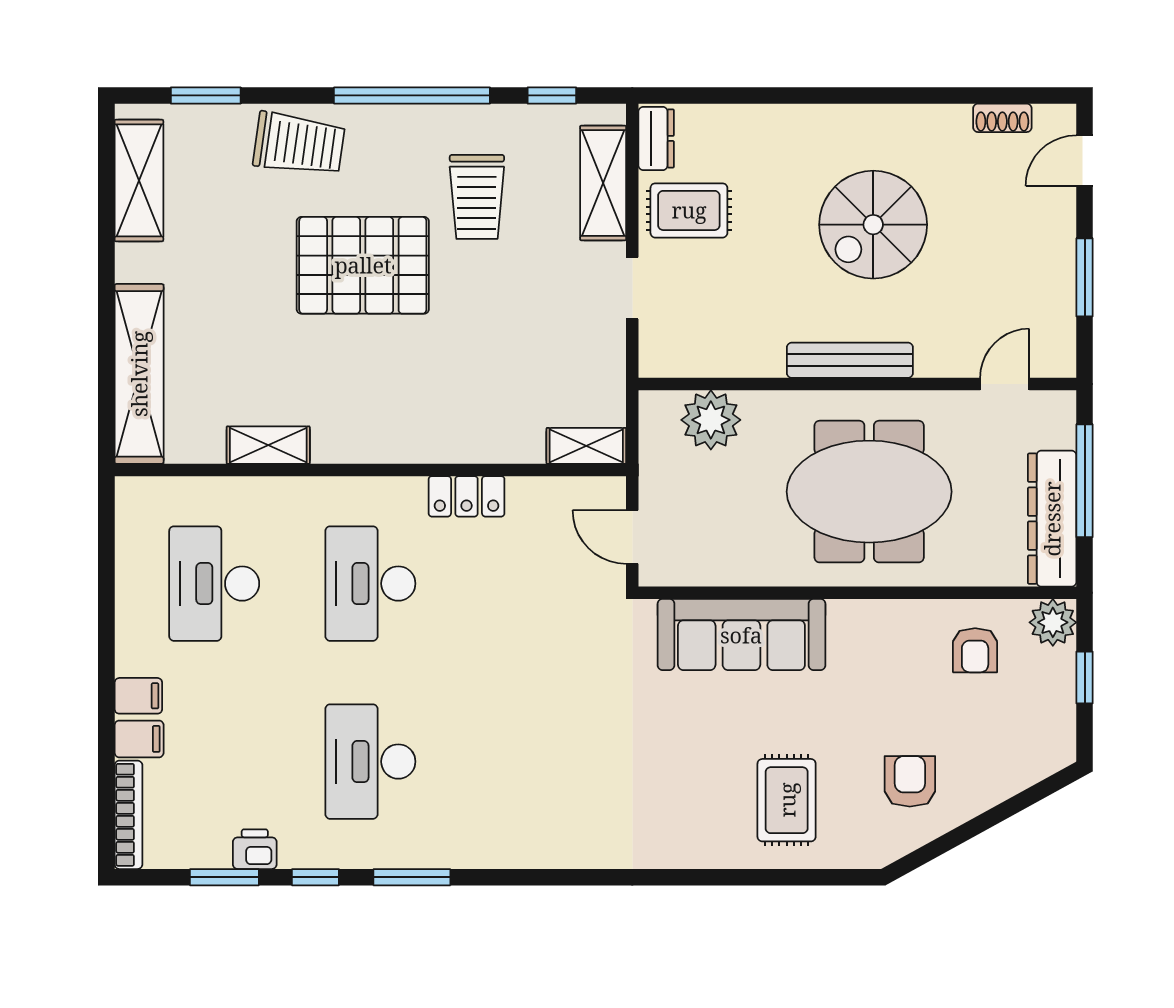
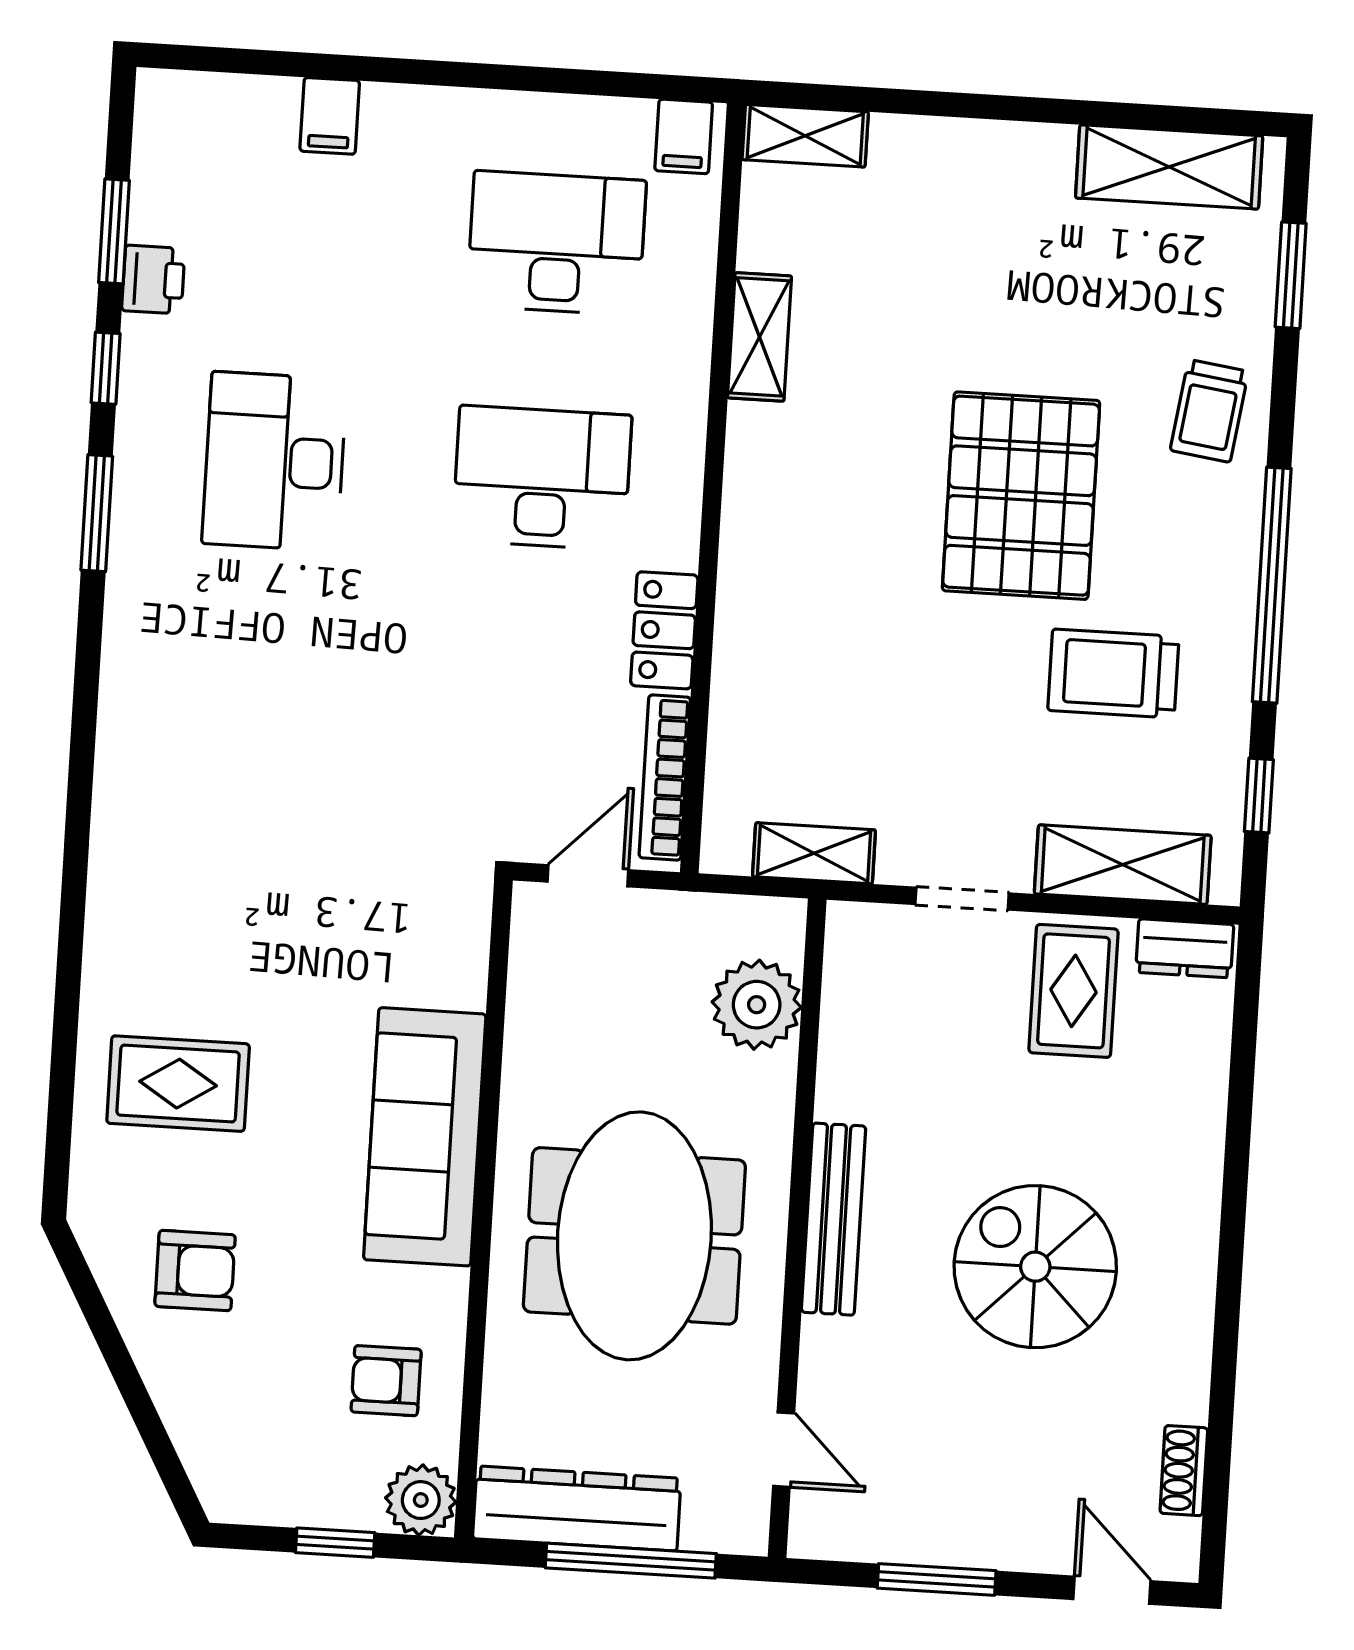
trolley: (299, 144) -> (1209, 411), width x0.73, depth x0.72
shelving: (139, 374) -> (805, 136), width x0.45, depth x0.75
shelving: (586, 446) -> (814, 853), moved, turned 90
sofa: (741, 635) -> (425, 1137), moved
filing cabinet: (138, 696) -> (684, 136), moved
desk: (370, 762) -> (274, 461), turned -90
bookcase: (128, 815) -> (665, 777), moved, turned 90

